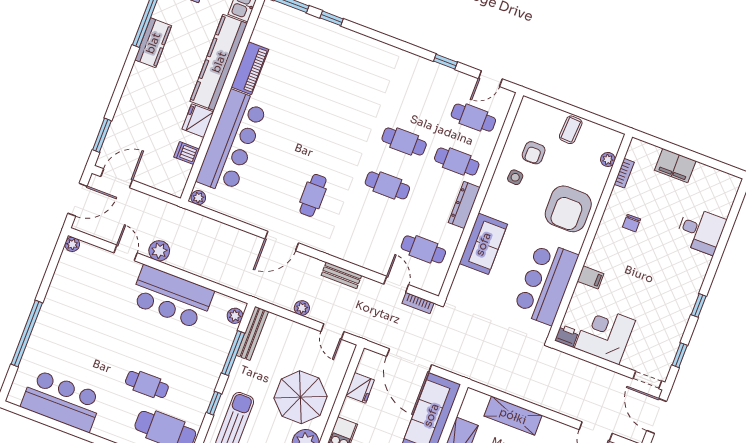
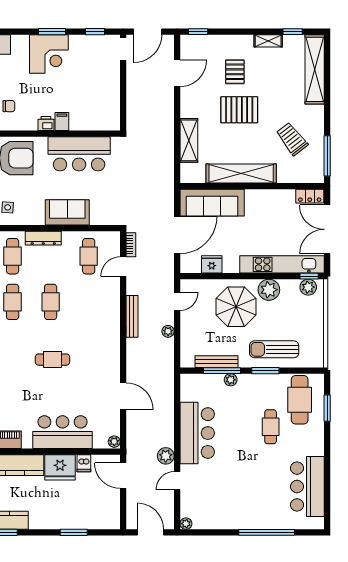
fridge: (198, 121) -> (60, 467), width x1.36, depth x1.34
window: (102, 135) -> (74, 532), moved
bar counter: (232, 142) -> (63, 432), width x0.73
door: (117, 178) -> (123, 476), moved
cafe table: (313, 195) -> (52, 360), moved
door: (282, 241) -> (123, 396), moved
bench: (341, 275) -> (132, 316), width x1.36
window: (699, 305) -> (52, 32), width x1.50
plant: (235, 316) -> (231, 380), moved
bench: (252, 333) -> (217, 362), moved
corner desk: (605, 334) -> (49, 54), moved, turned -90
printer: (567, 336) -> (46, 123), moved, turned 90
window: (214, 403) -> (265, 371), width x1.50

